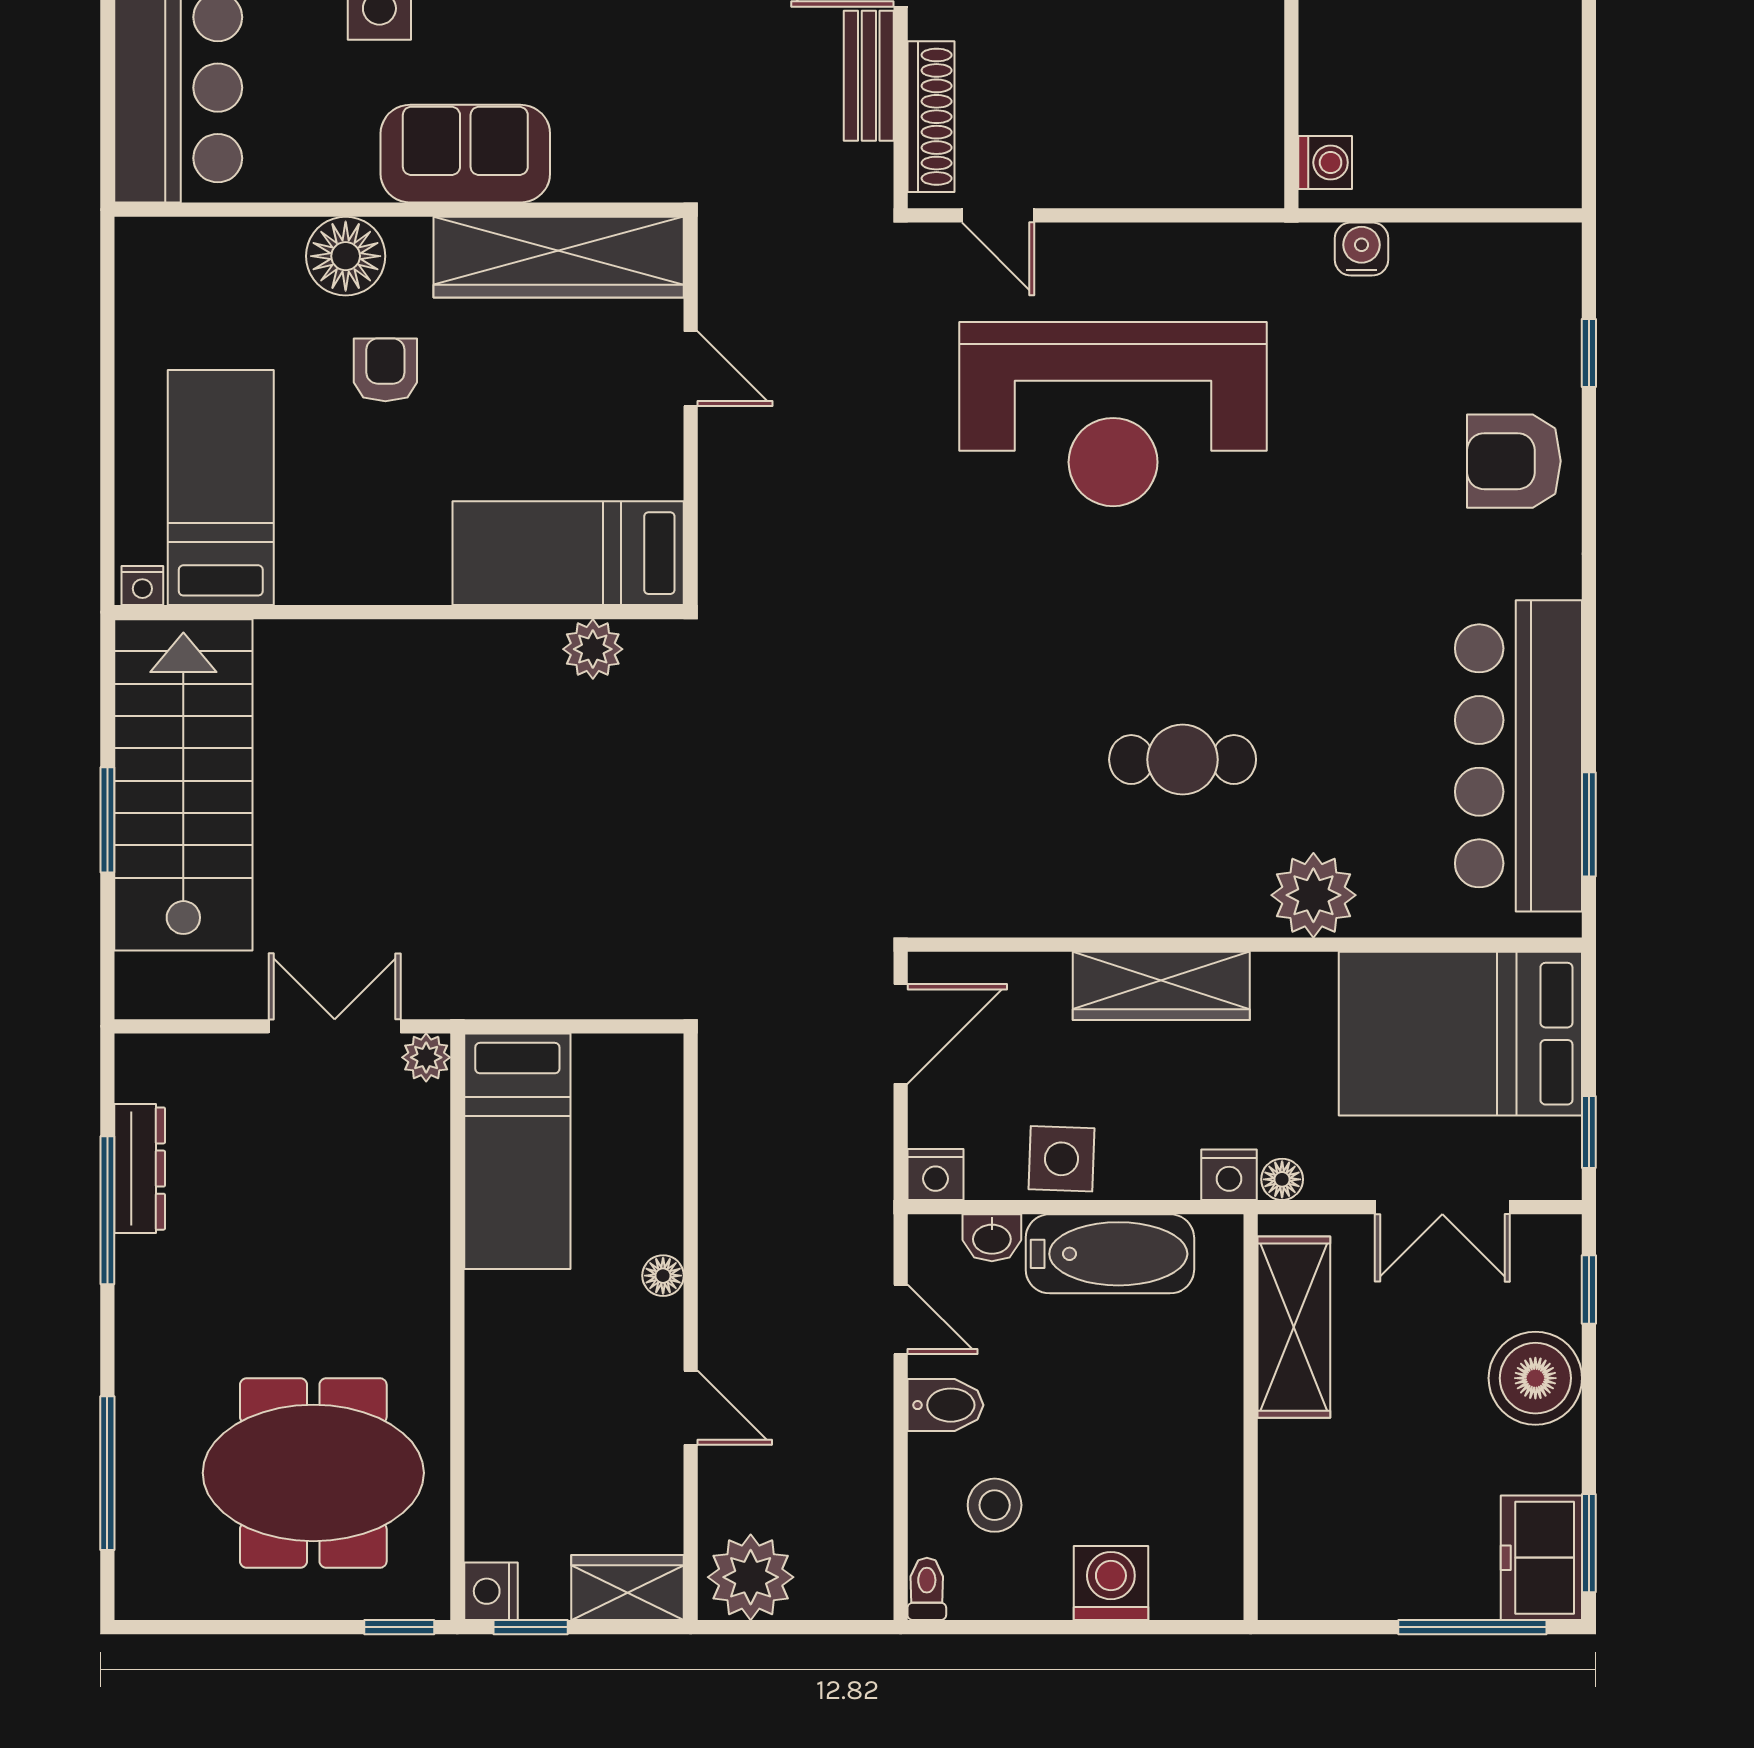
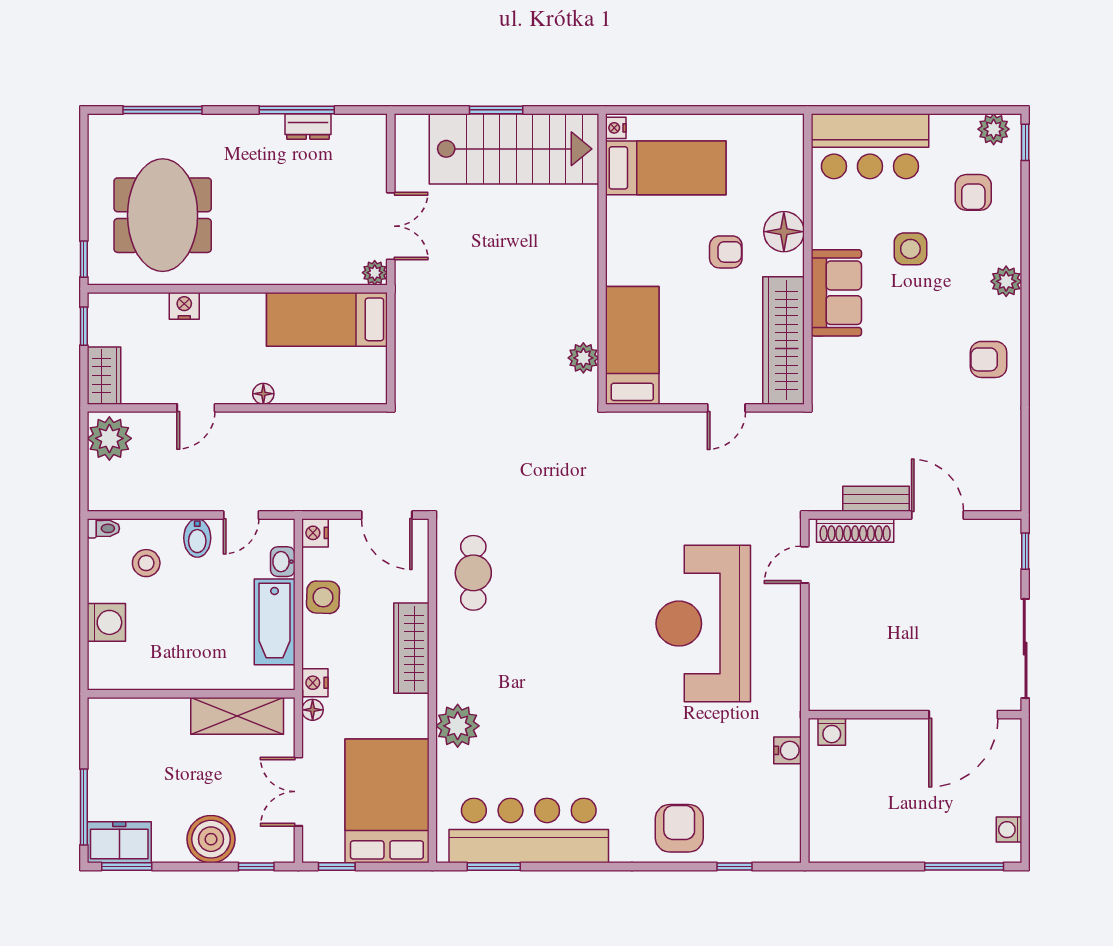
cafe table: (1183, 760) -> (473, 573), moved
dresser: (140, 1169) -> (308, 126), width x0.70
nightstand: (491, 1591) -> (184, 306), moved

